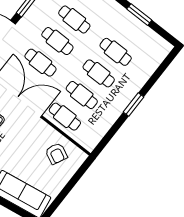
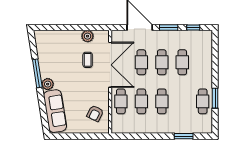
cafe table: (116, 52) -> (203, 101), moved
window: (133, 105) -> (184, 136), moved

